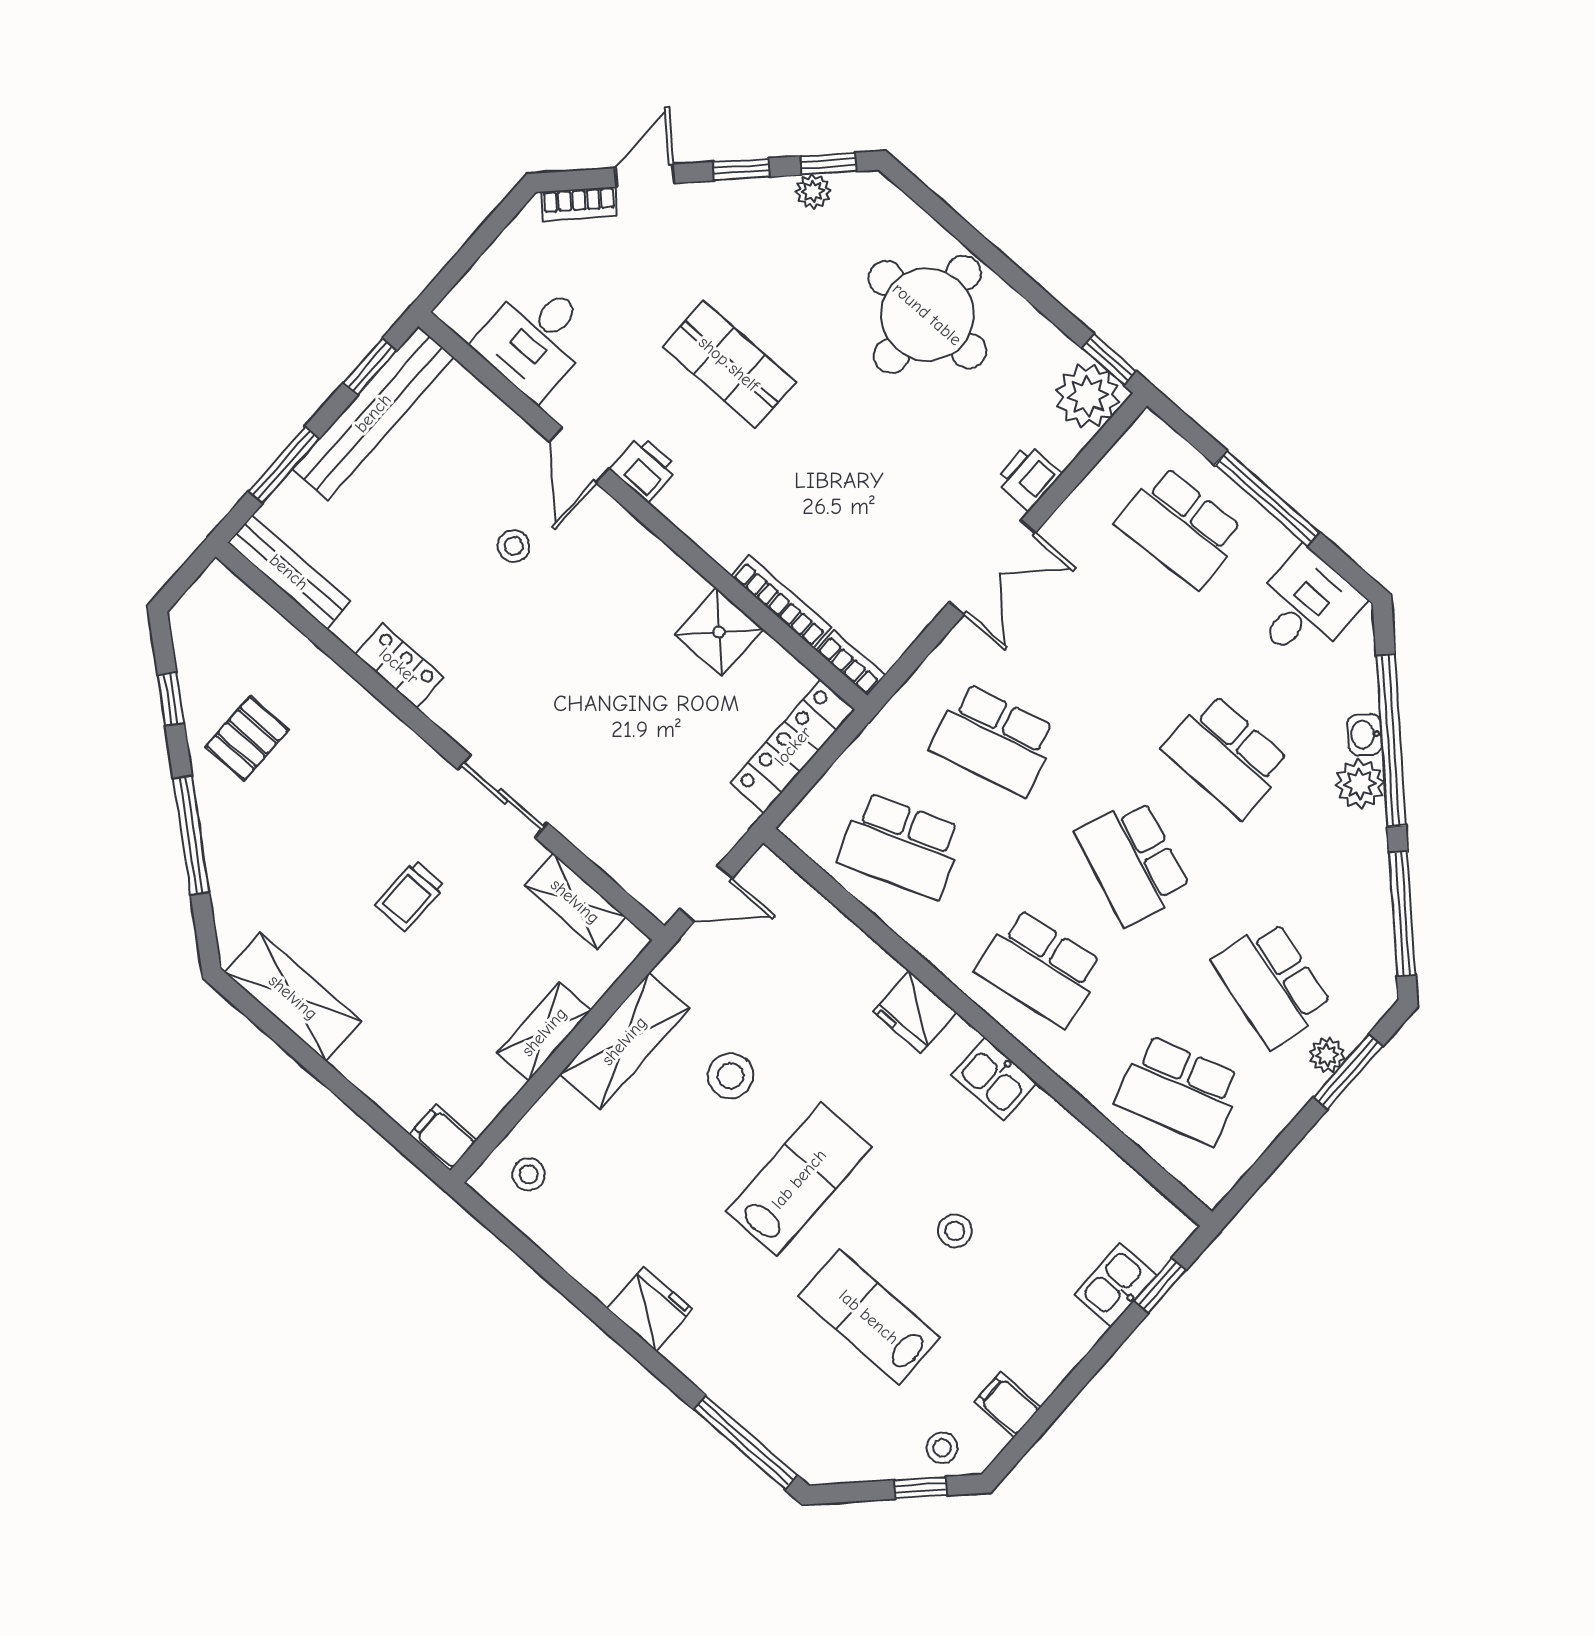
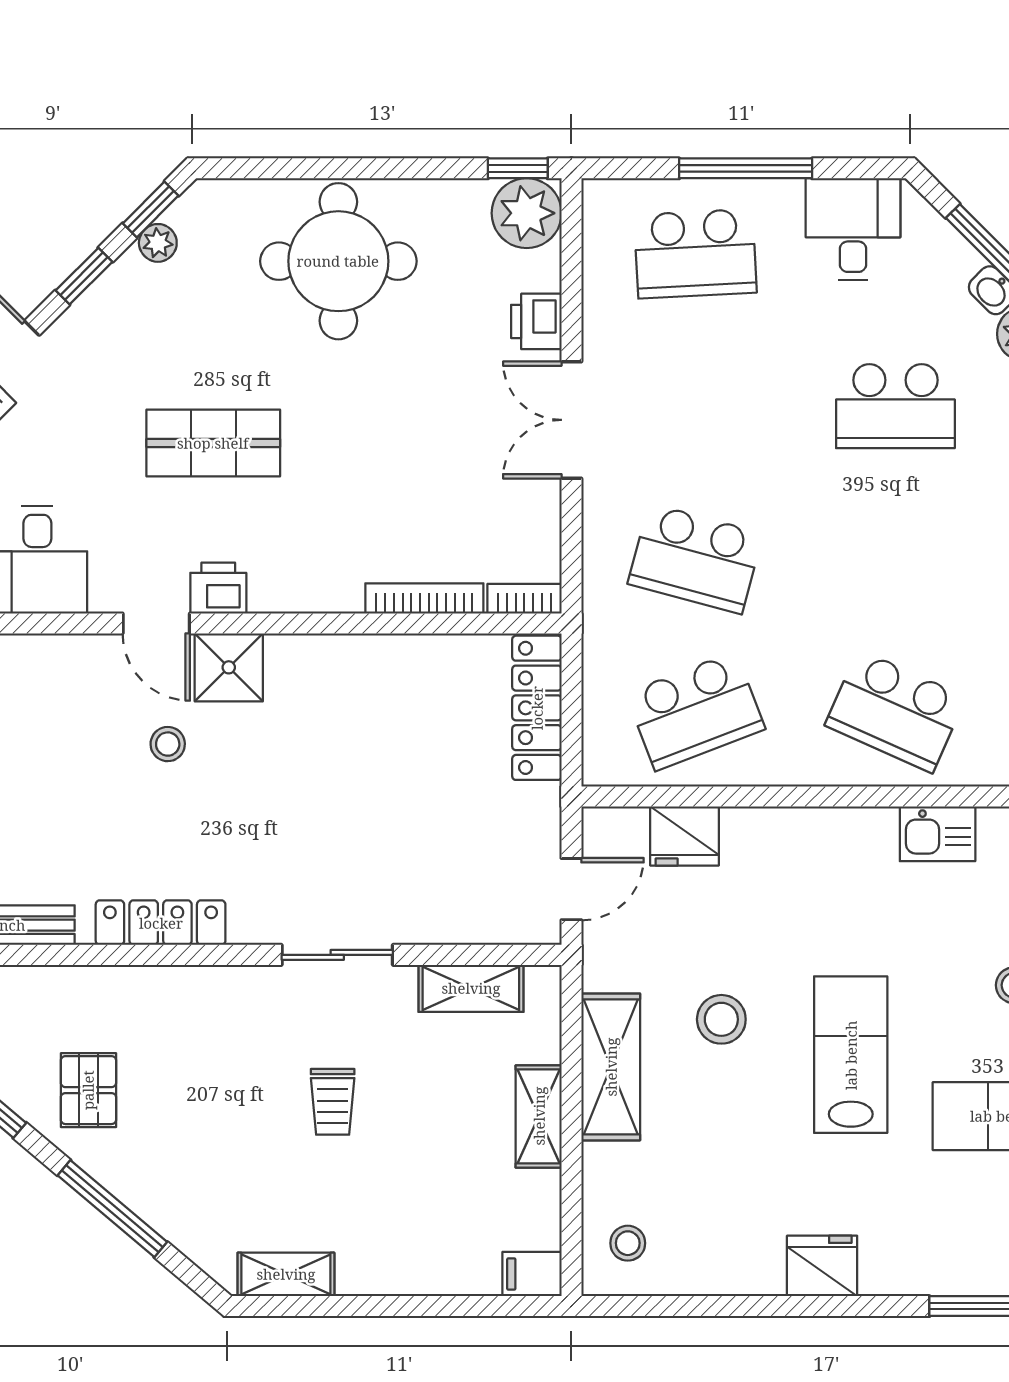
double door: (992, 567) -> (571, 420), swing flipped
shower: (719, 632) -> (229, 667), moved
locker: (399, 666) -> (161, 923), width x1.53
school desk: (994, 740) -> (695, 559), turned 30
school desk: (1133, 862) -> (895, 559), removed
school desk: (1040, 968) -> (895, 711), turned 33
shelving: (293, 997) -> (286, 1274), width x0.67, depth x0.75
fridge: (915, 1012) -> (684, 836), moved

